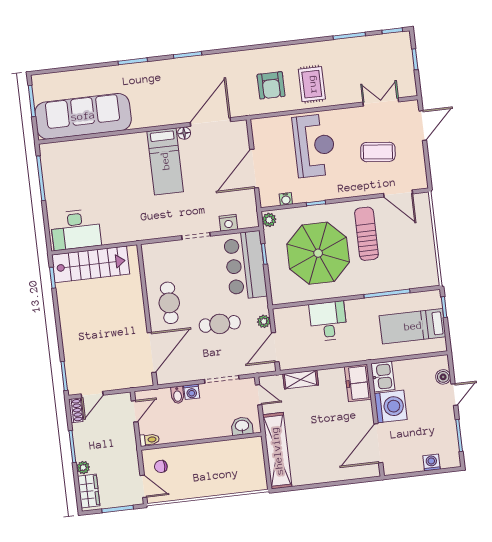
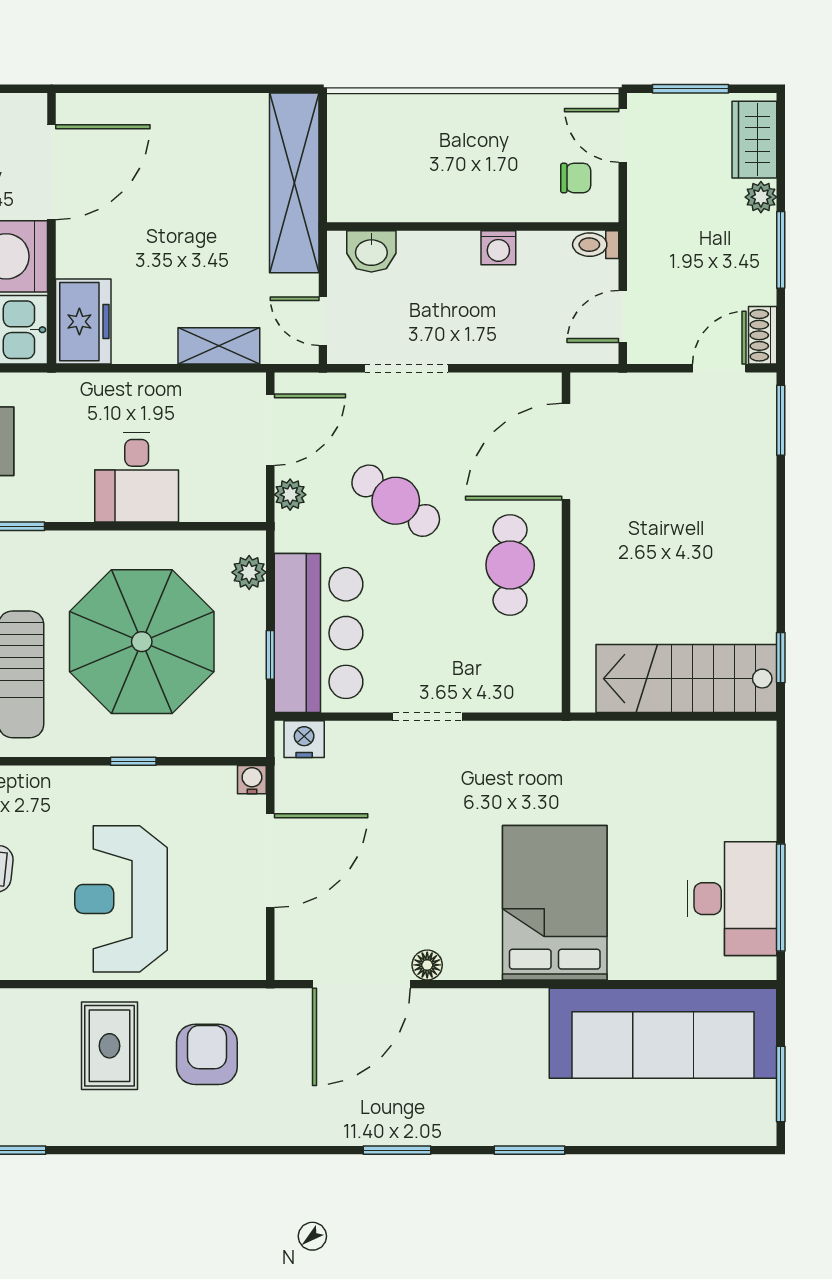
bed: (165, 161) -> (555, 903), moved, width x1.50
water cooler: (286, 199) -> (252, 780), moved
plant: (269, 220) -> (249, 572), moved
nightstand: (228, 223) -> (304, 739), moved
desk: (76, 230) -> (732, 899), moved, turned 90
cafe table: (220, 324) -> (396, 501), turned 35
washing machine: (192, 392) -> (498, 248), moved, turned 180
bidet: (177, 395) -> (516, 344), removed

